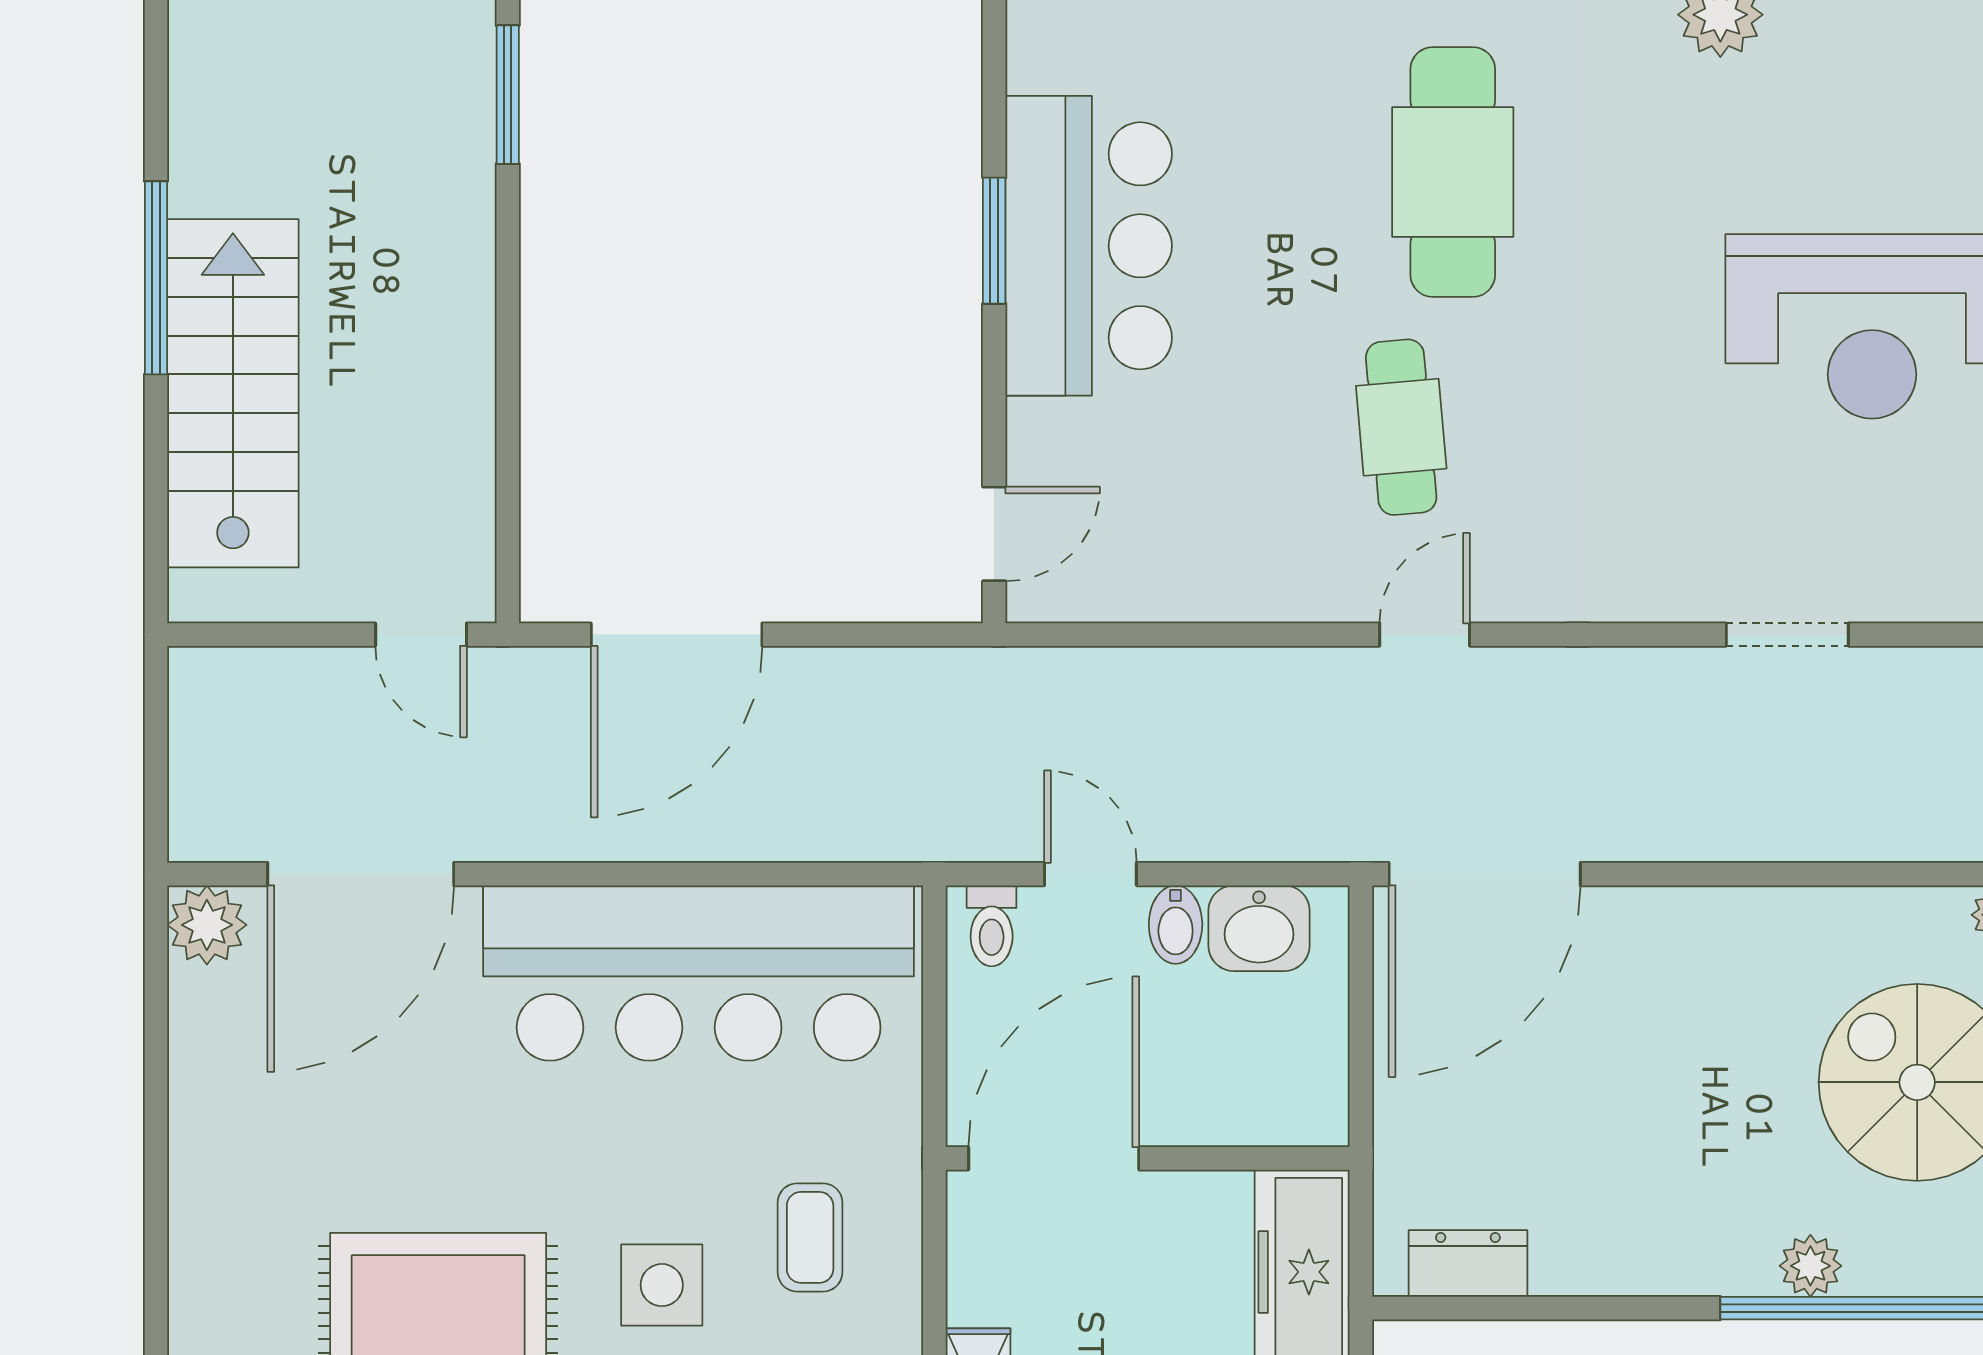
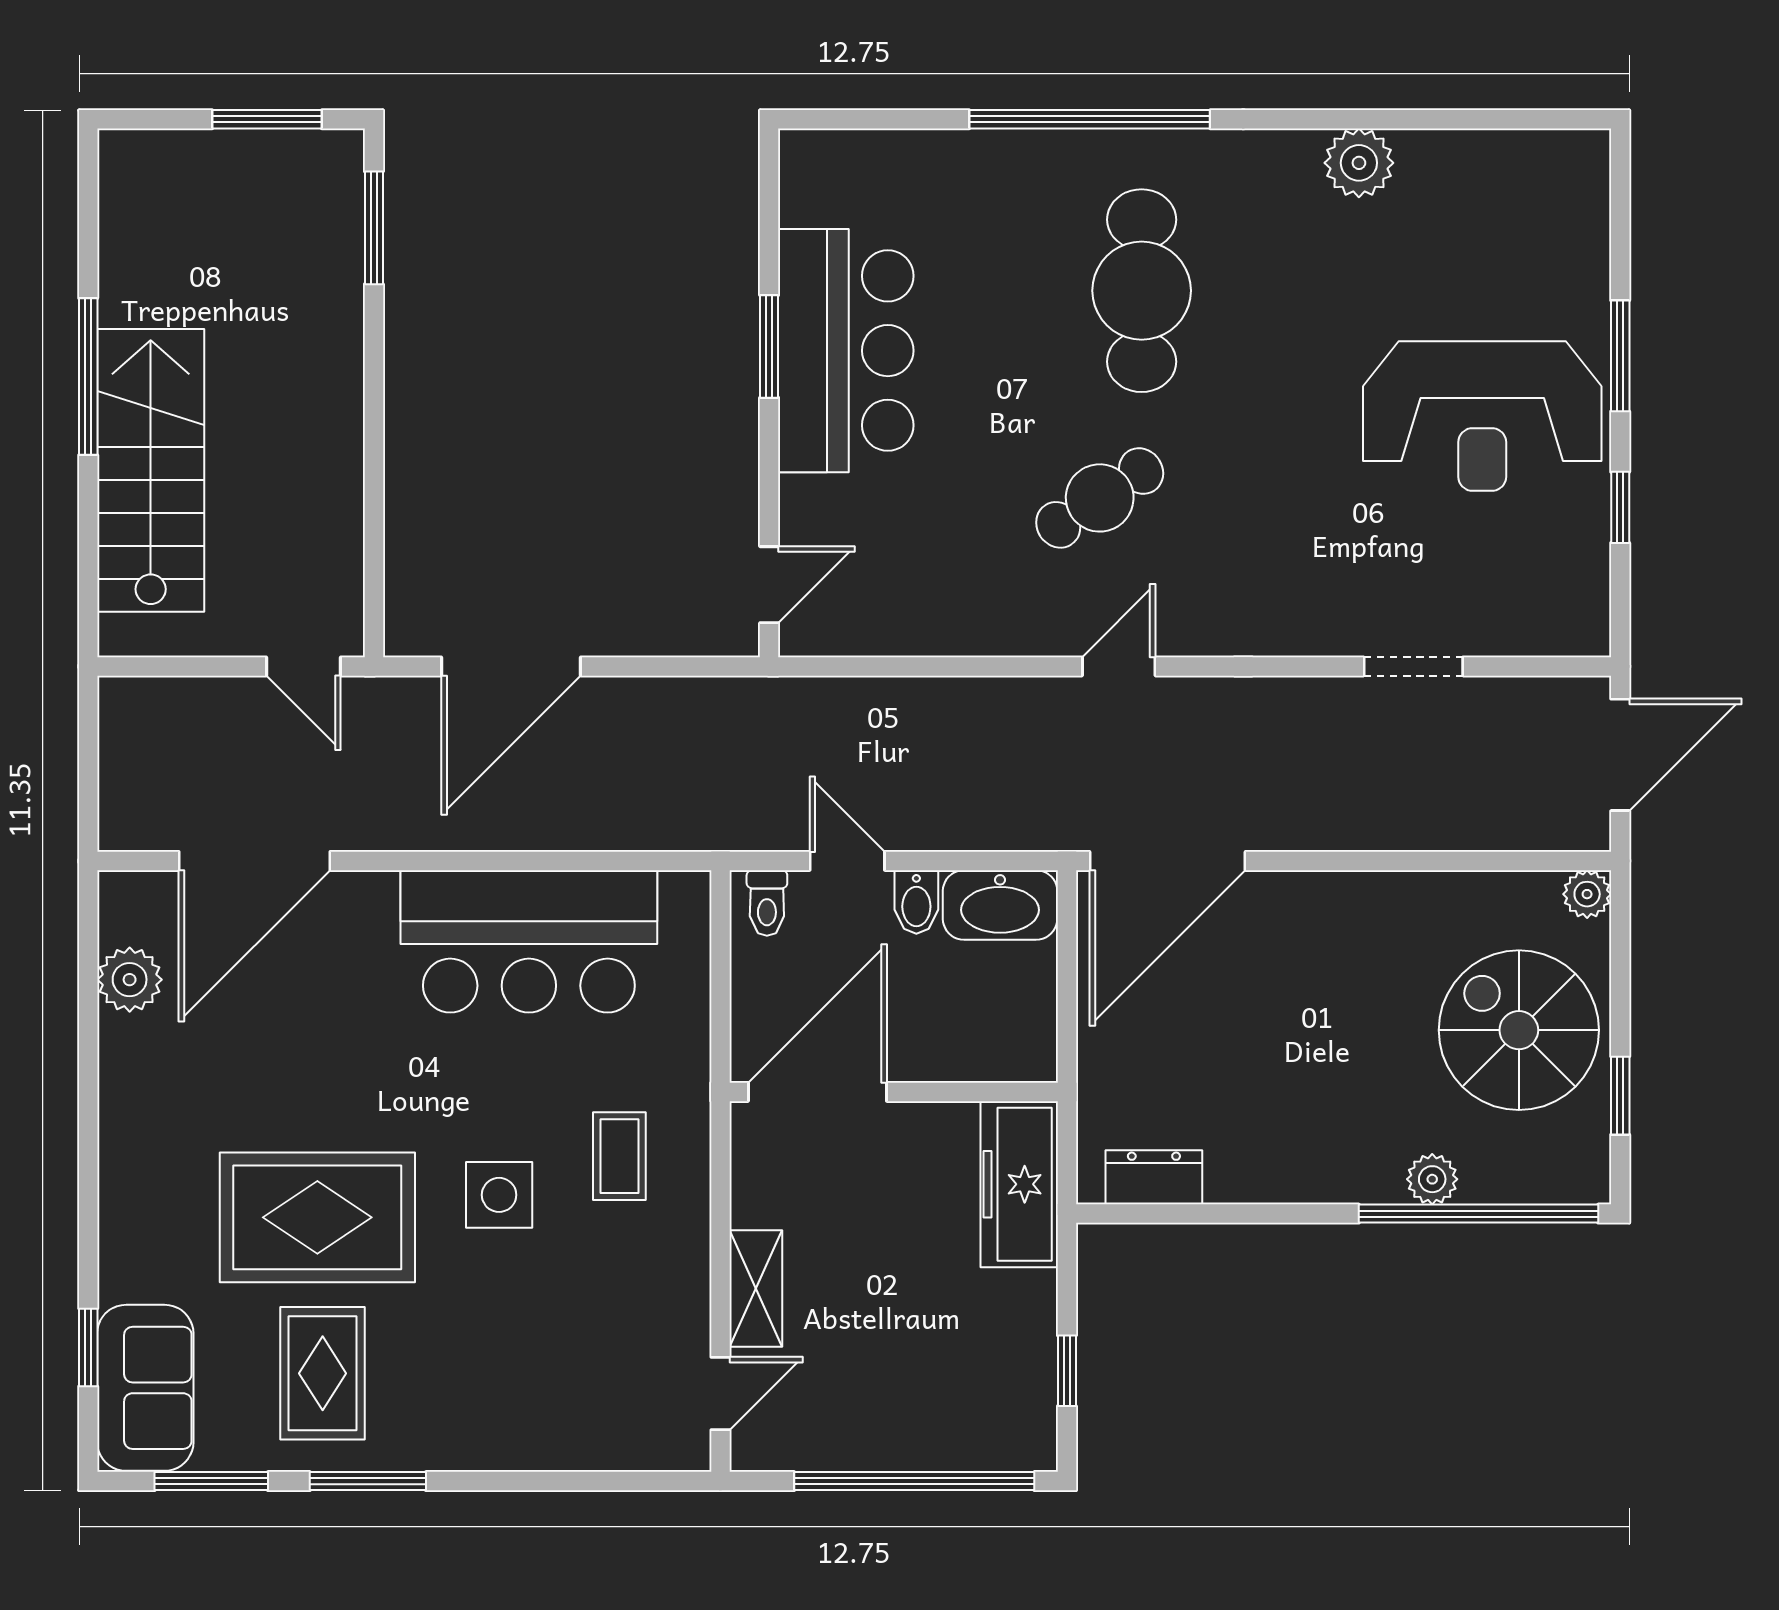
cafe table: (1401, 427) -> (1100, 498), turned 62
plant: (207, 925) -> (130, 980), moved
washbasin: (1259, 928) -> (1000, 905), width x1.38
bar counter: (699, 973) -> (529, 941), width x0.73

